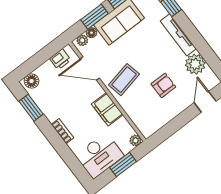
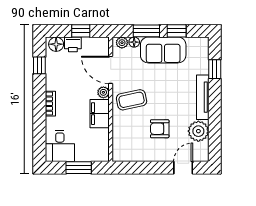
window: (43, 56) -> (81, 31), added
printer: (60, 59) -> (73, 44), moved
armchair: (163, 85) -> (160, 129), turned 180
window: (31, 108) -> (39, 65), width x0.67
plant: (135, 140) -> (103, 92), moved
desk: (100, 155) -> (60, 146), width x0.73

